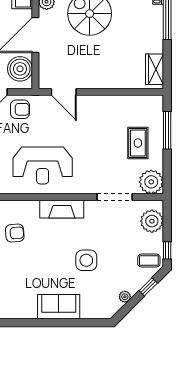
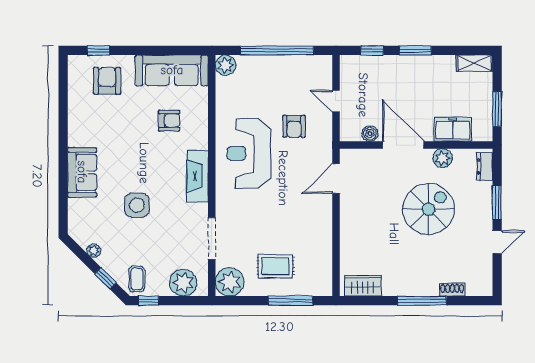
boiler: (20, 69) -> (370, 134), width x0.54, depth x0.54
armchair: (20, 109) -> (294, 126), moved
armchair: (15, 233) -> (169, 121), turned -85

